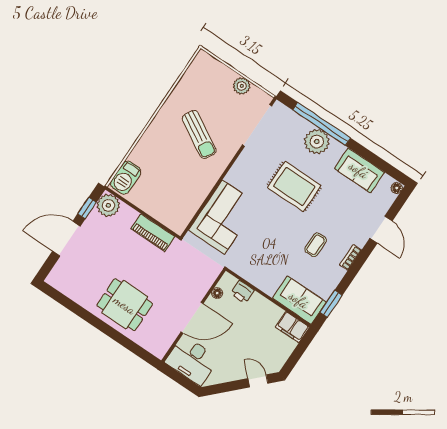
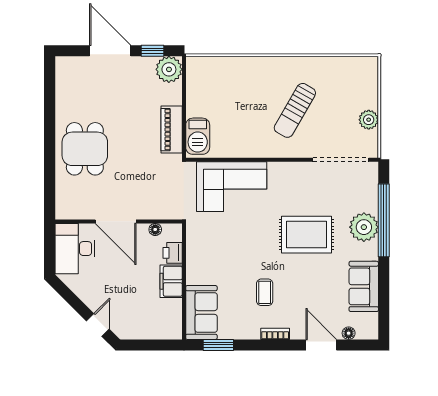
barbecue: (126, 178) -> (198, 136), moved, turned -90
rug: (294, 186) -> (307, 235), turned 90
floor lamp: (397, 188) -> (349, 333), moved
door: (381, 230) -> (321, 345), swing flipped
coffee table: (316, 245) -> (265, 292), turned 90
filing cabinet: (292, 327) -> (171, 281), moved

